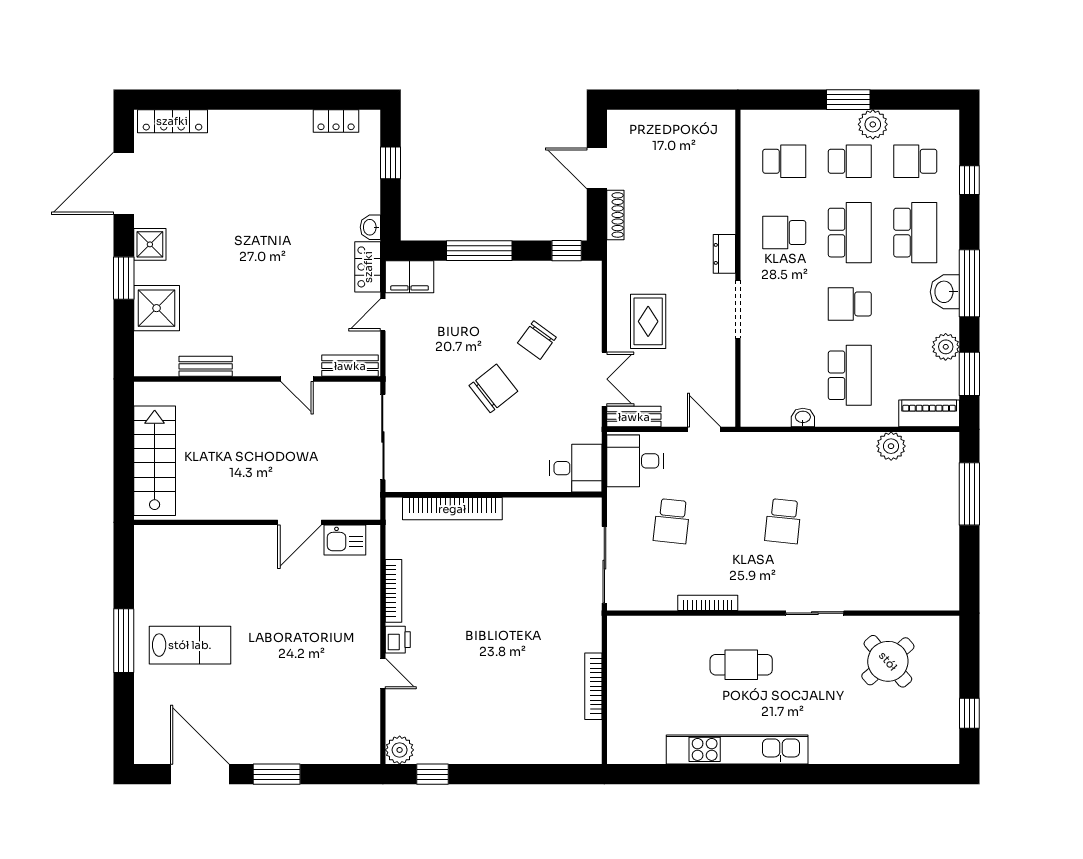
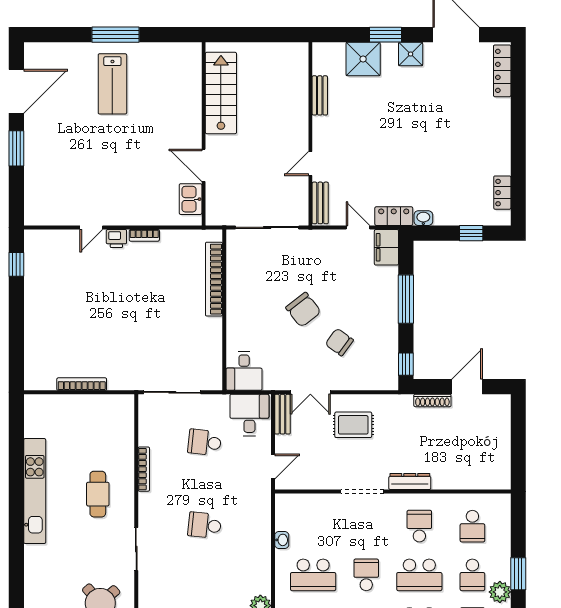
dresser: (724, 254) -> (410, 481), width x1.44
stairs: (155, 461) -> (221, 93), moved, turned -90
bookcase: (394, 591) -> (144, 235), width x0.64
plant: (400, 750) -> (34, 240), removed

